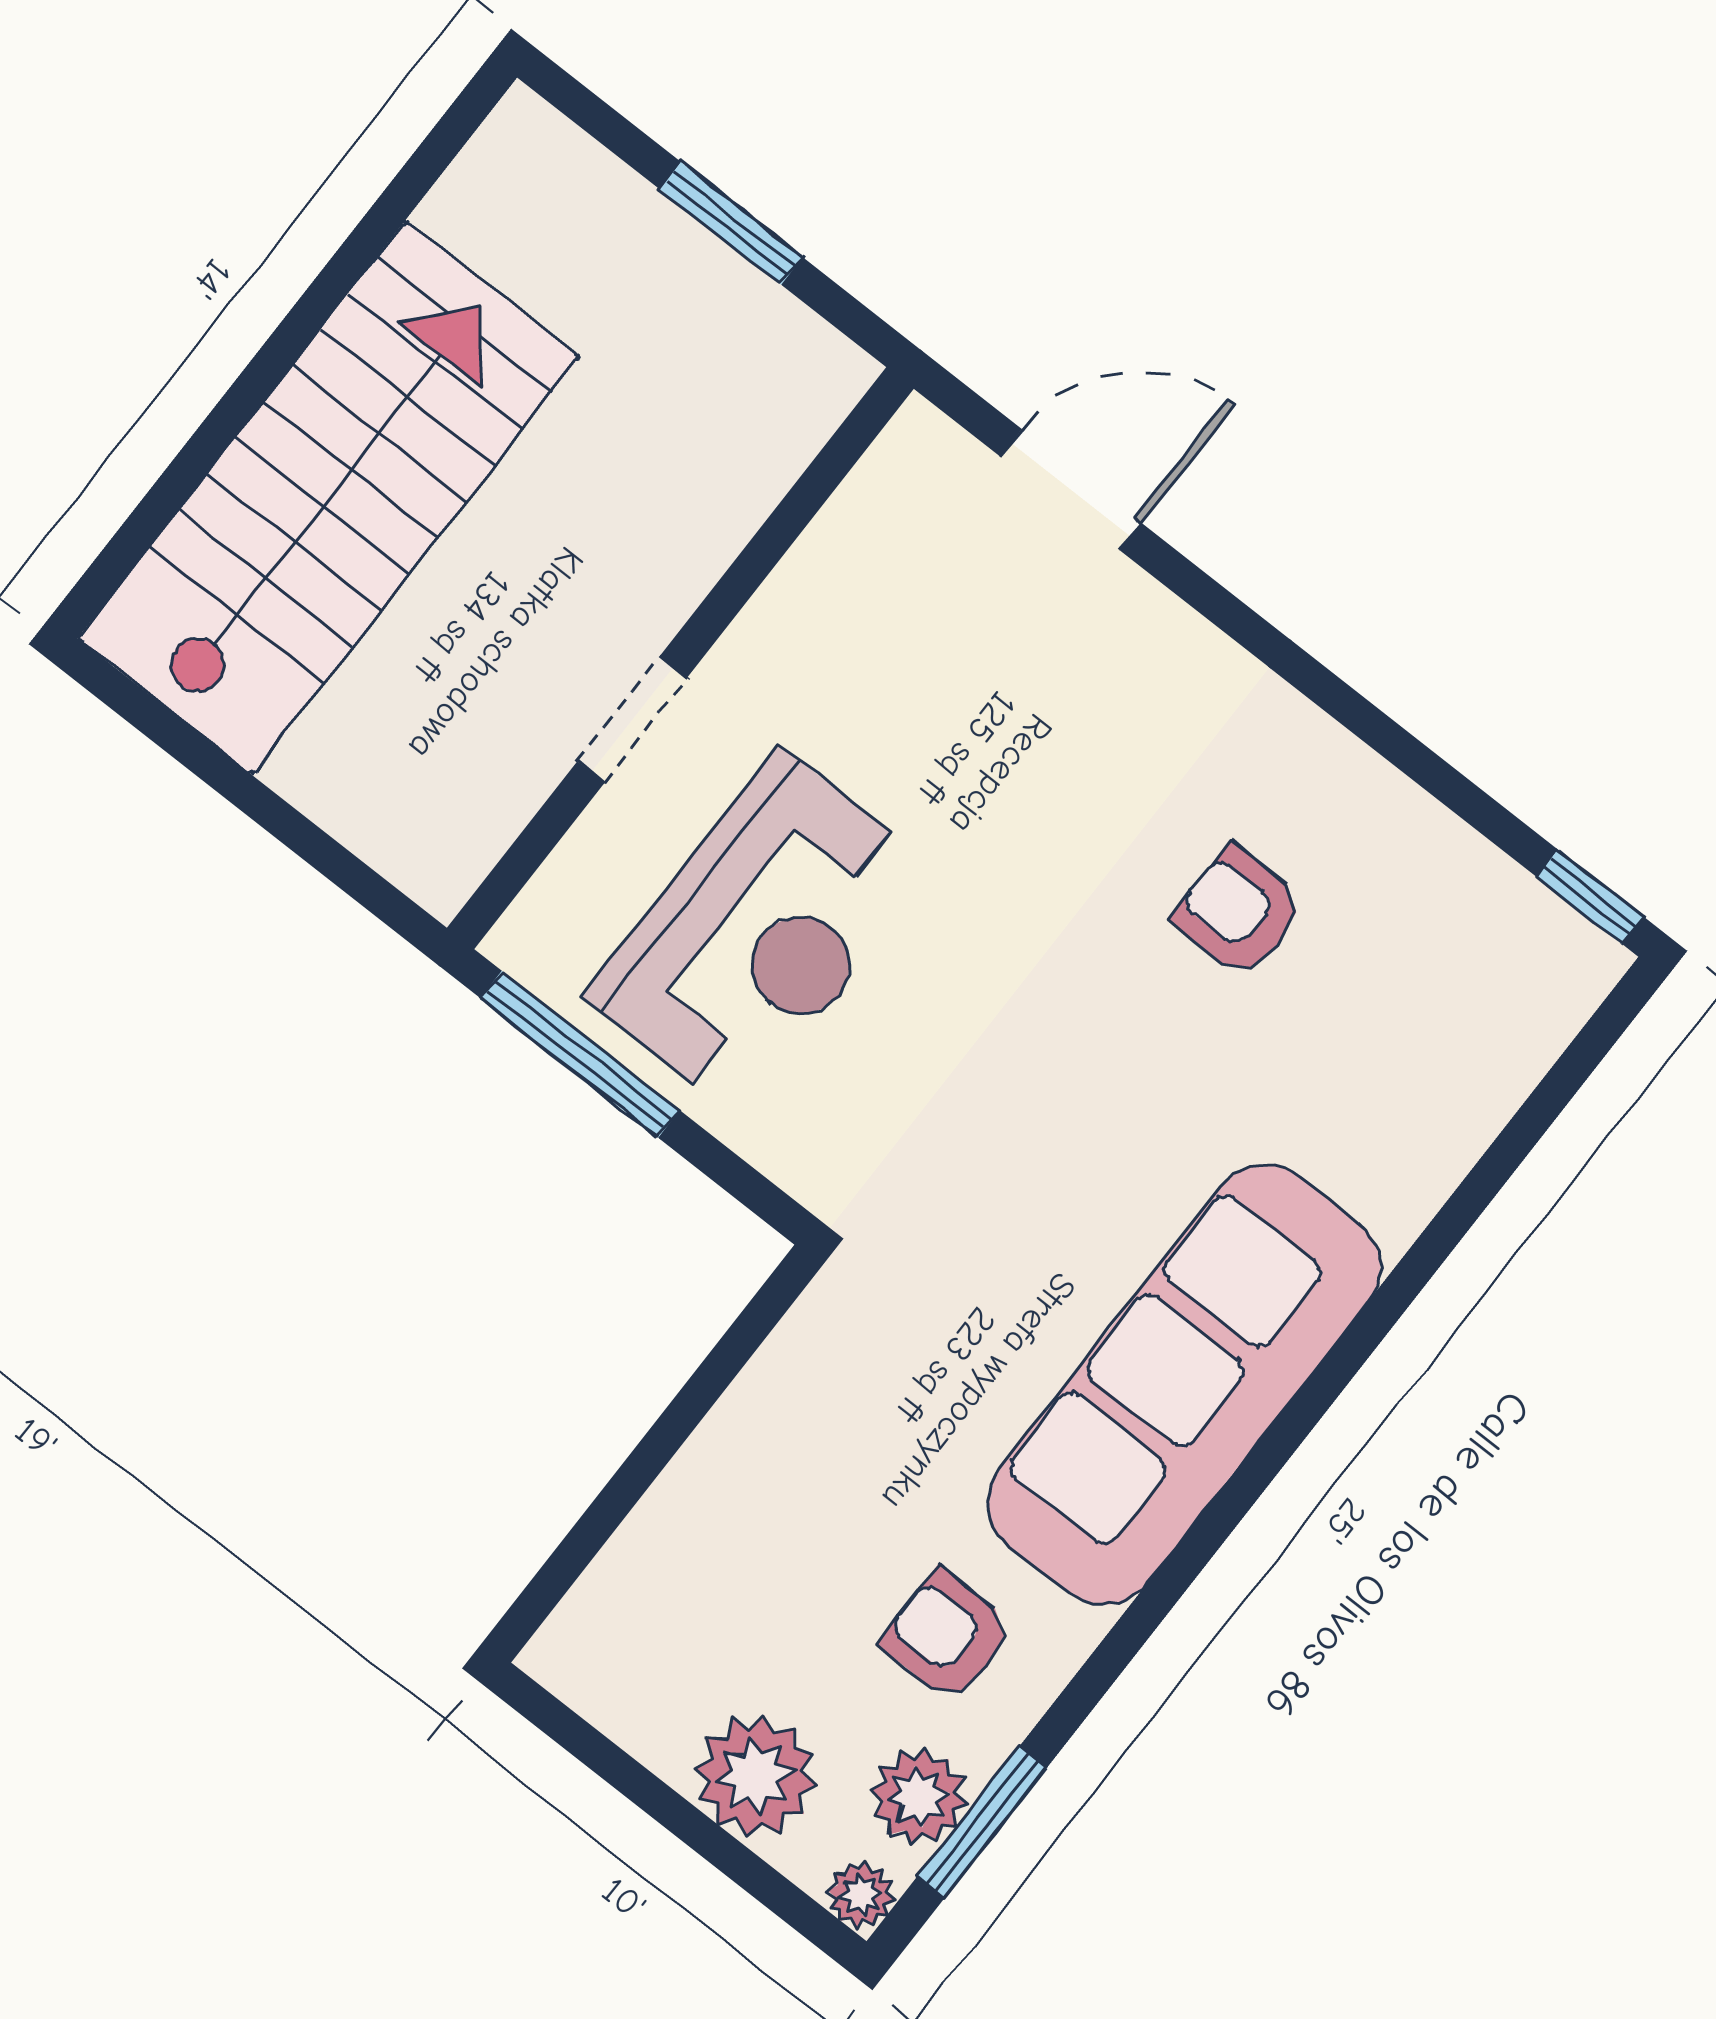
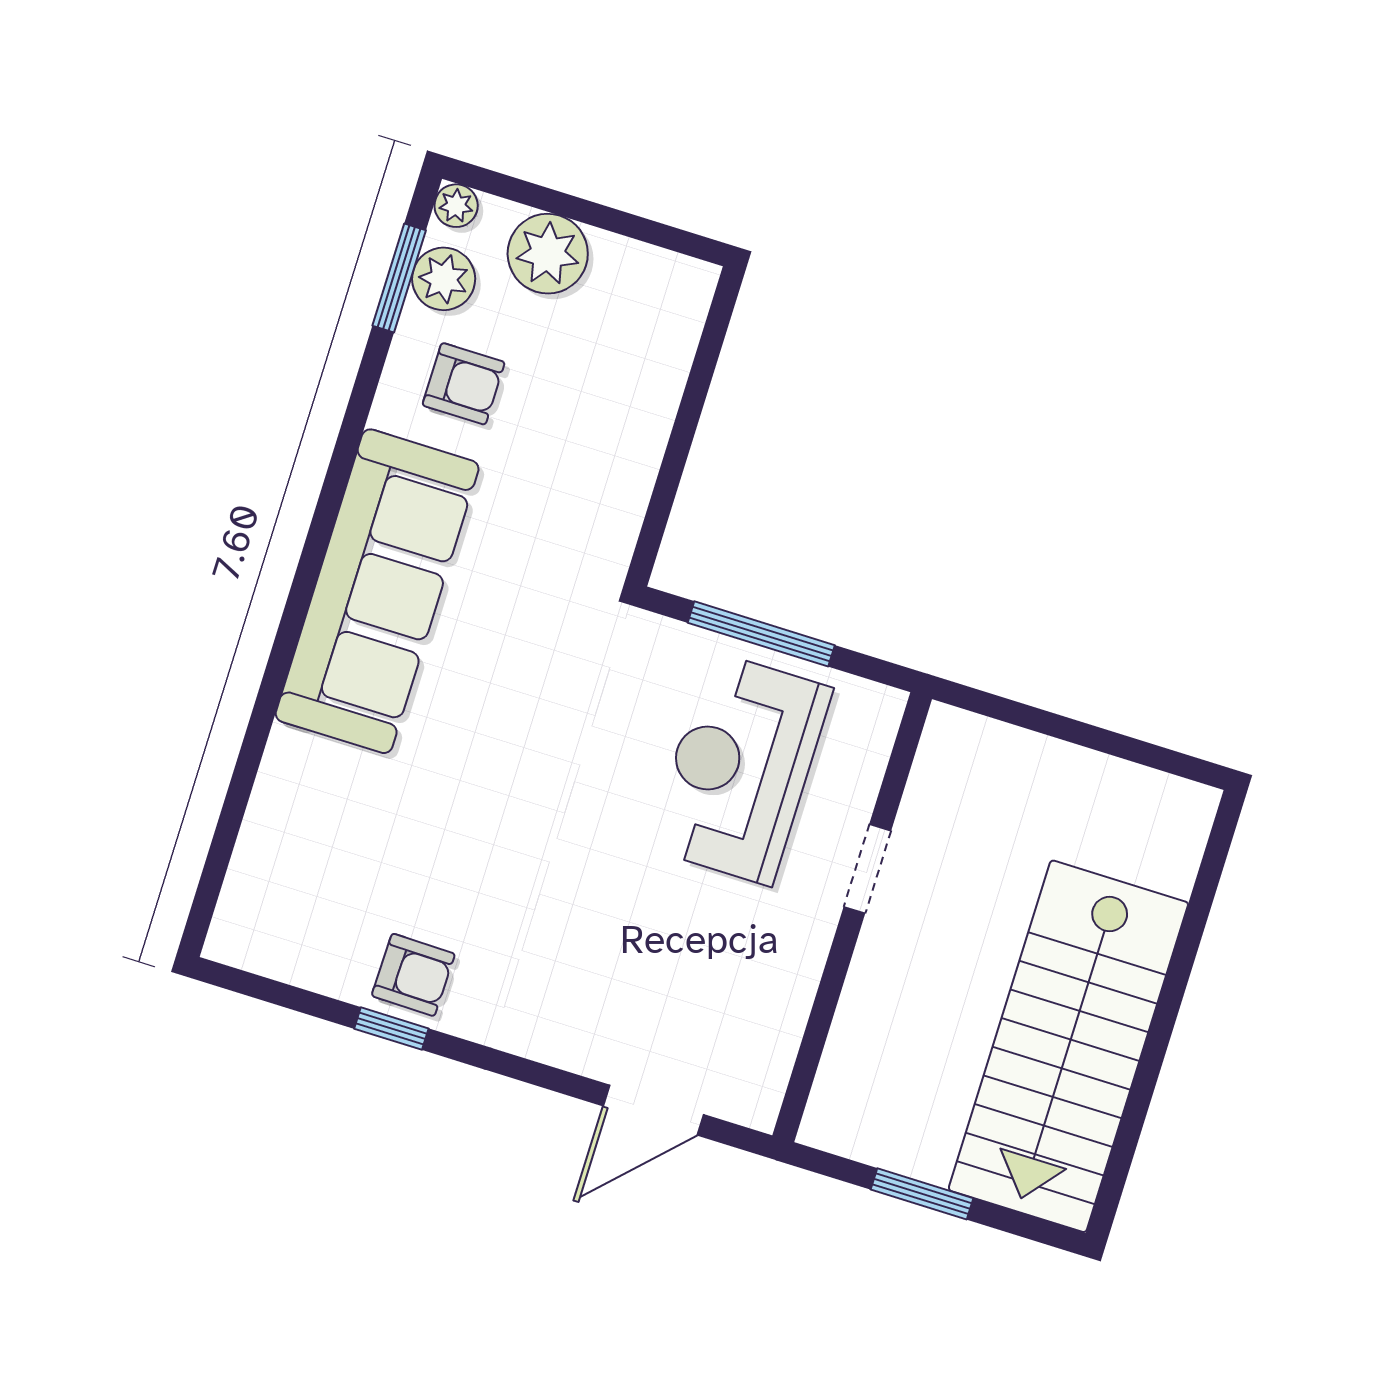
stairs: (329, 497) -> (1068, 1046), moved
window: (1590, 897) -> (391, 1029), moved
armchair: (1239, 912) -> (413, 975), moved
window: (580, 1054) -> (761, 634), moved

